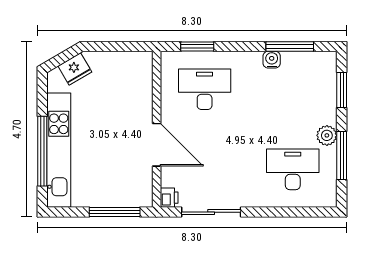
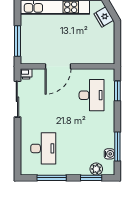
water cooler: (272, 60) -> (109, 154), moved
plant: (327, 135) -> (96, 169), moved

